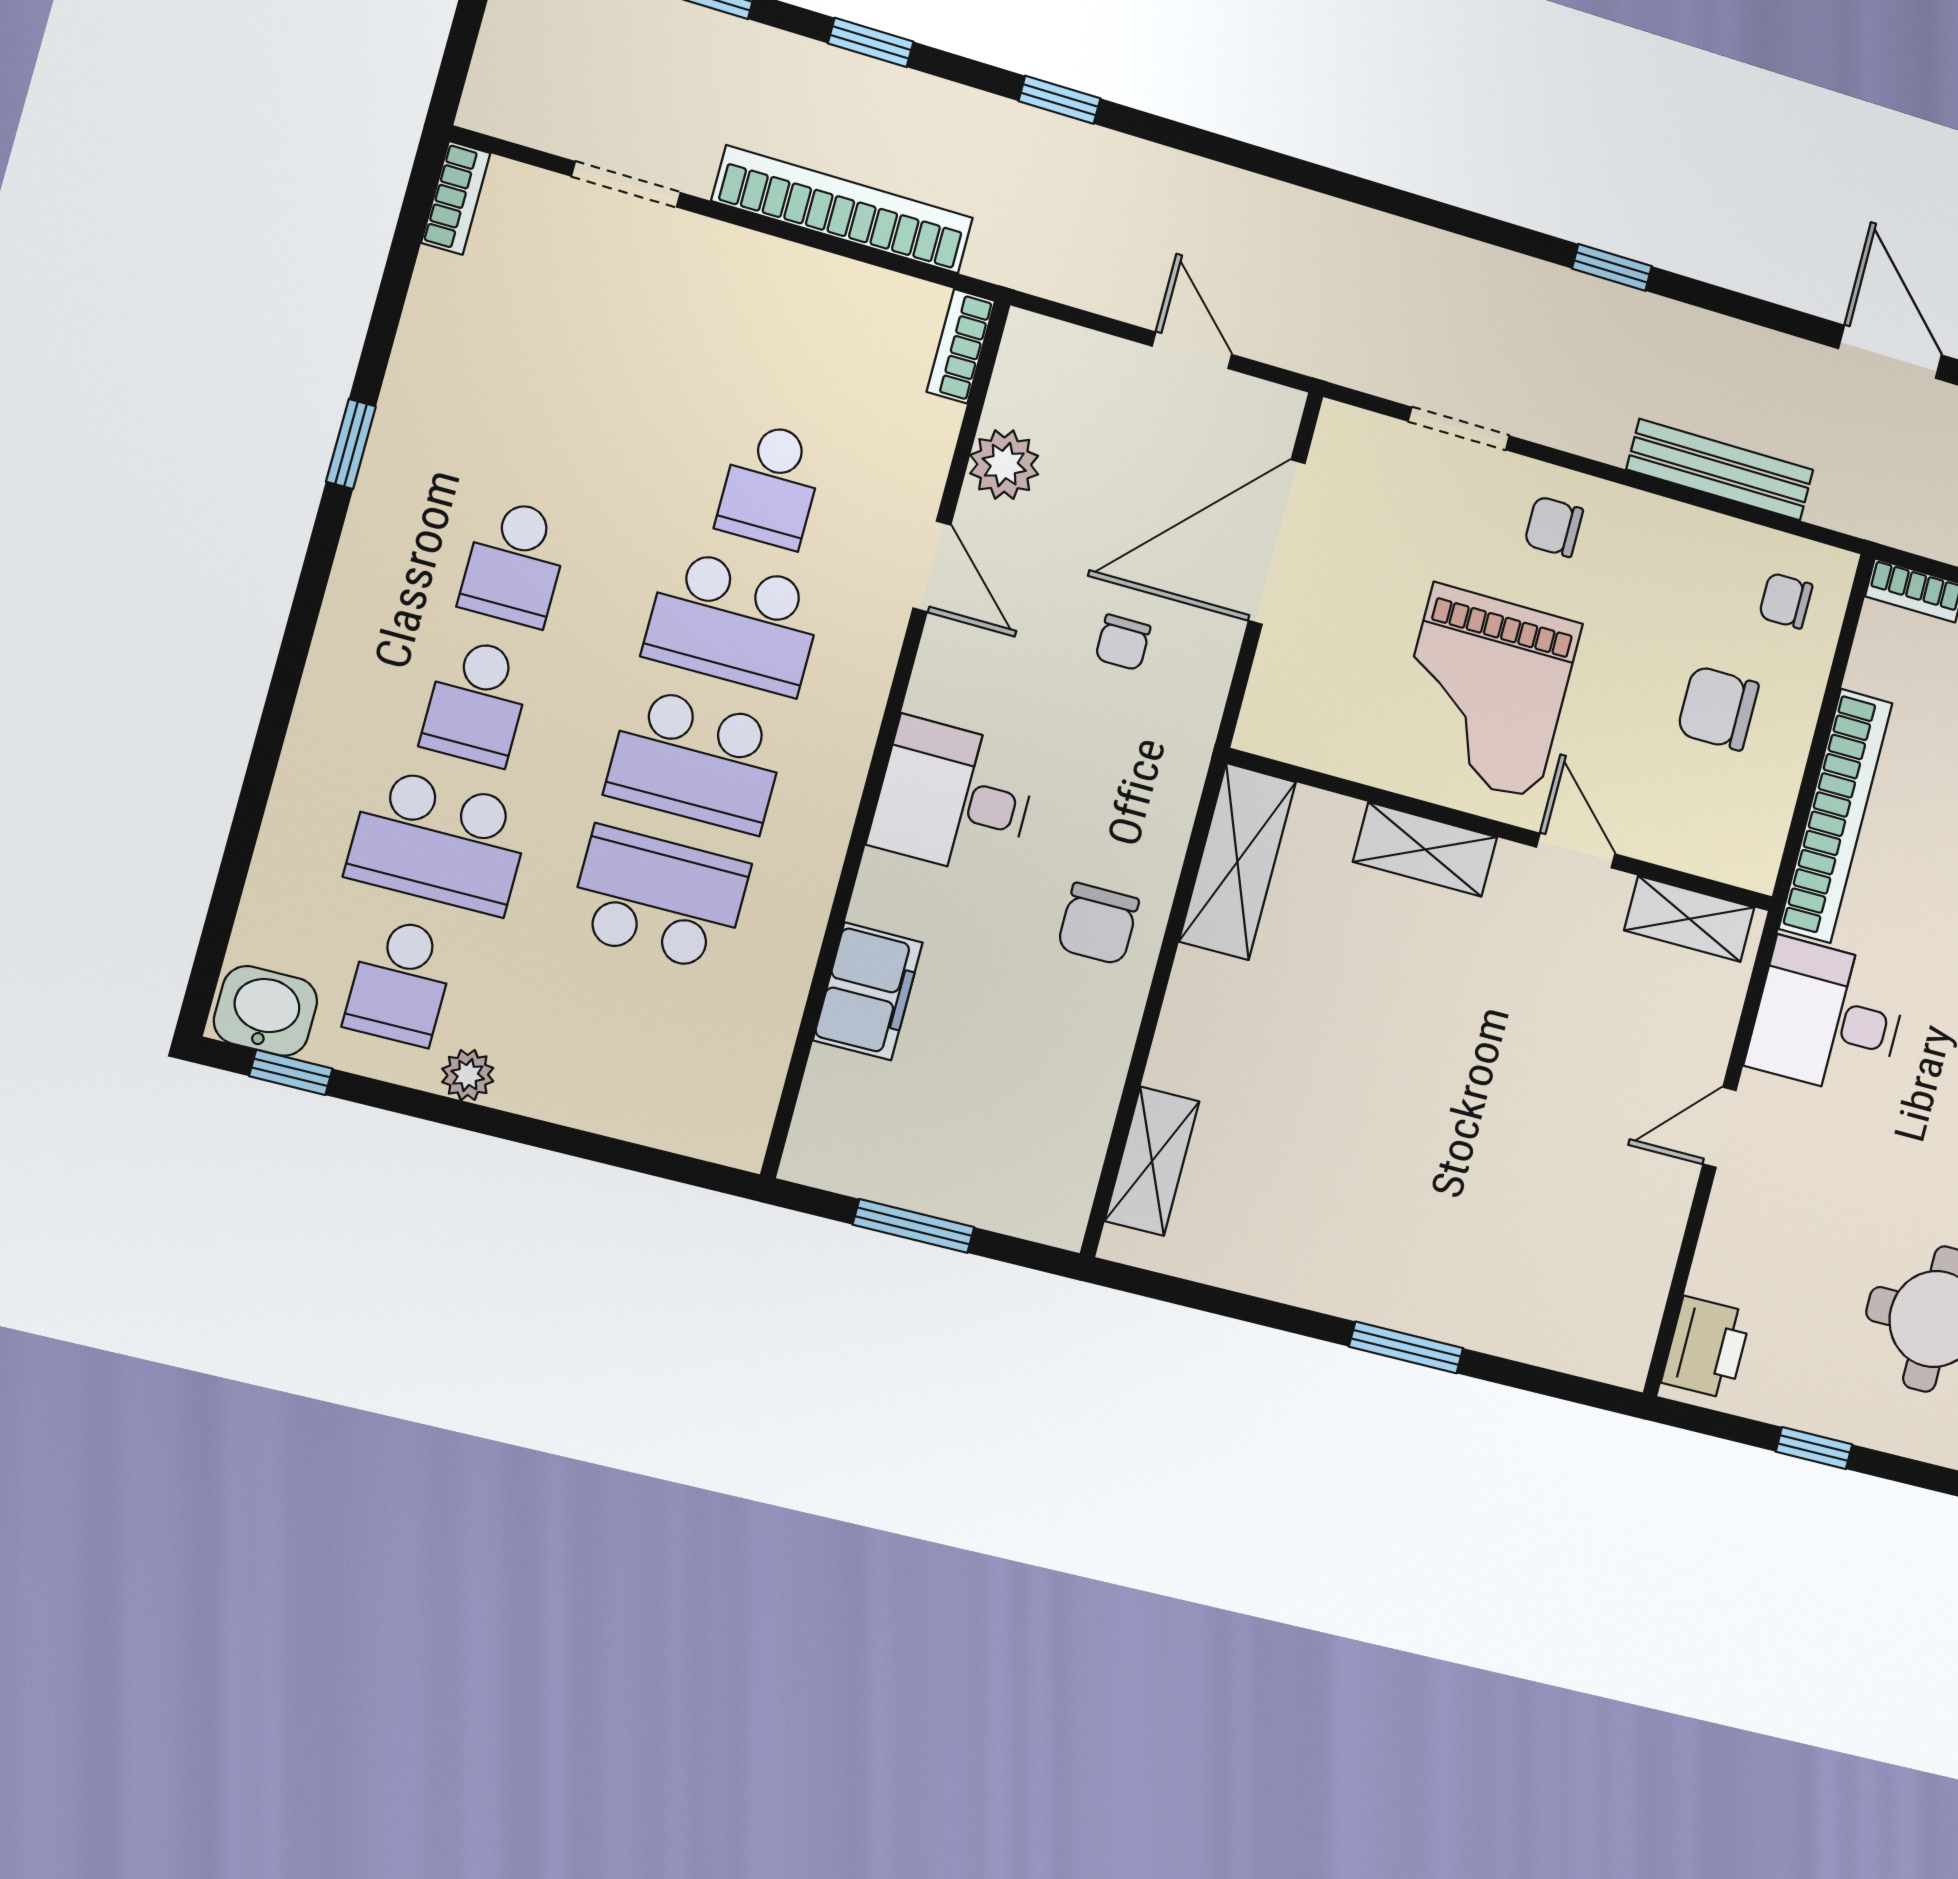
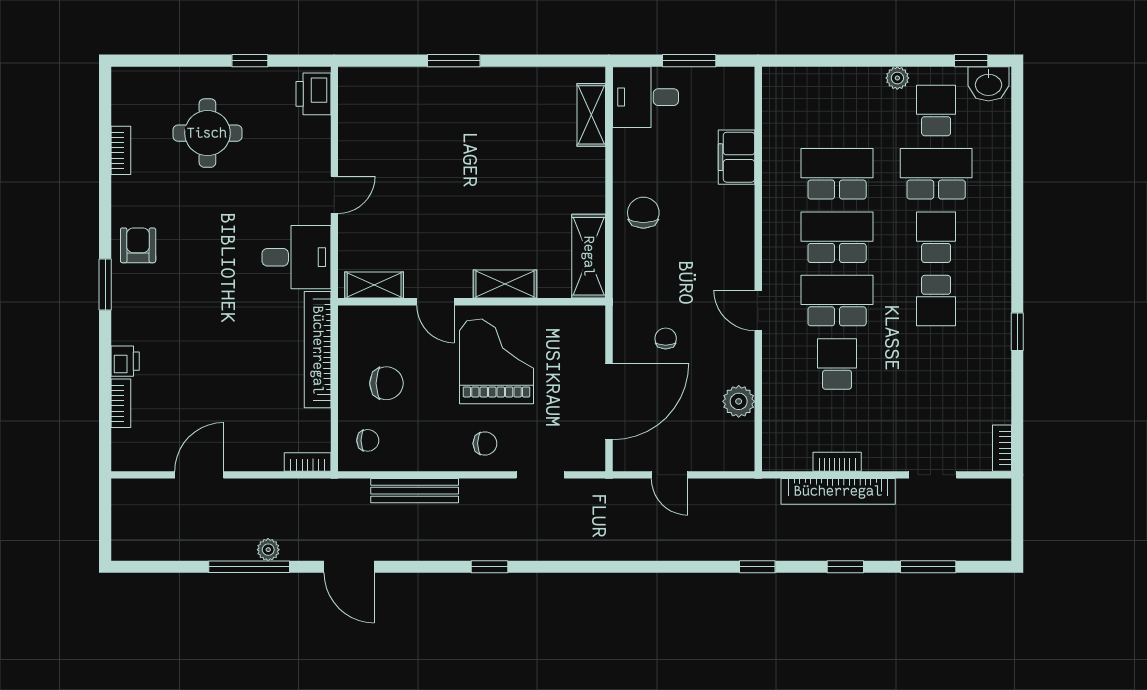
bookcase: (961, 346) -> (837, 462), moved, turned -90
school desk: (515, 563) -> (936, 301), turned 180
door: (932, 567) -> (758, 310), moved
desk: (954, 798) -> (645, 97), moved, turned 180
school desk: (659, 899) -> (837, 174), turned 180

